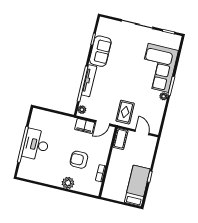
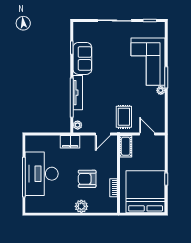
filing cabinet: (85, 126) -> (70, 142), moved
desk: (36, 145) -> (42, 174), width x1.36, depth x1.30
bed: (137, 186) -> (146, 192), width x2.04

